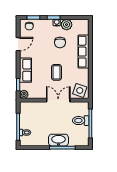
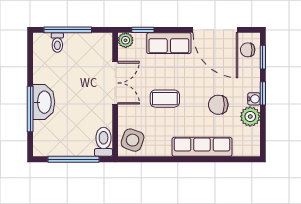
door: (18, 44) -> (215, 30), width x1.88
double door: (58, 100) -> (115, 83), moved
toilet: (81, 121) -> (104, 142), moved

